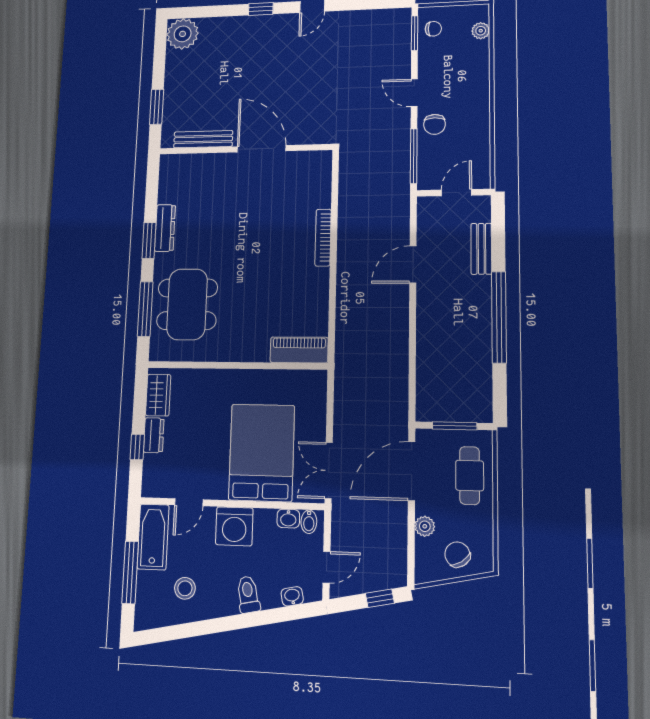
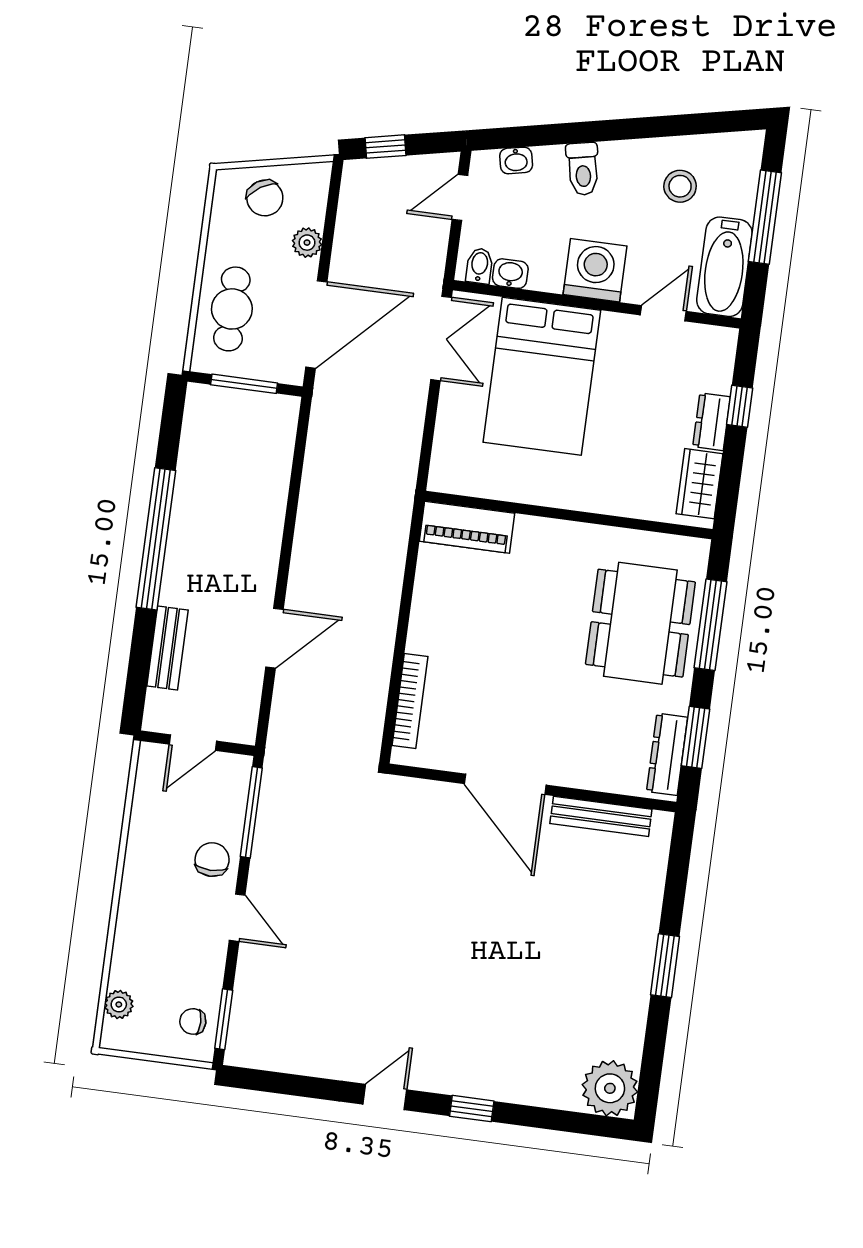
bench: (203, 139) -> (601, 816), moved
wall: (245, 149) -> (532, 788), moved
door: (261, 149) -> (505, 784), moved

